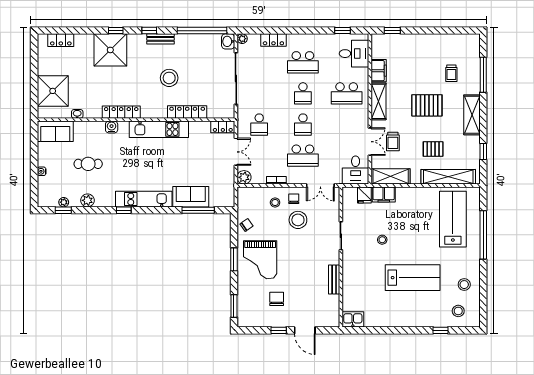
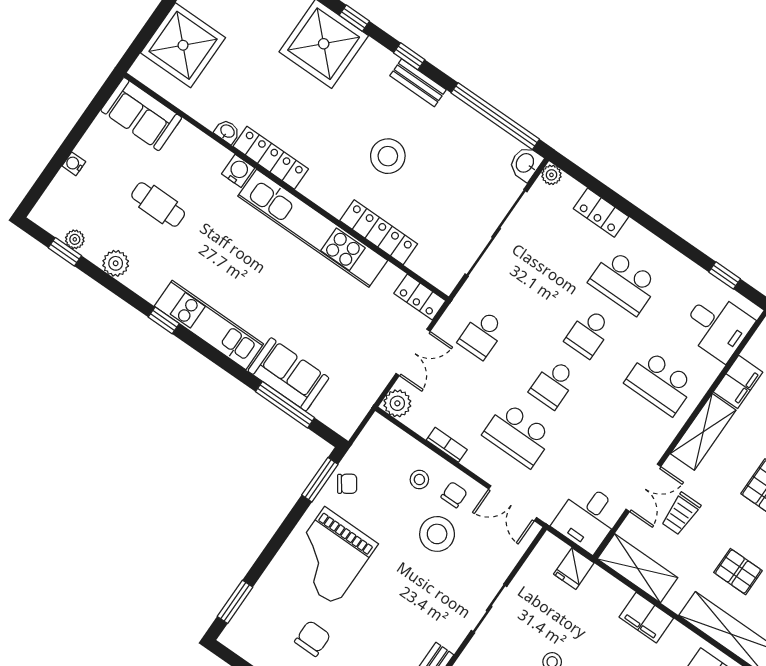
washbasin: (77, 114) -> (227, 132), moved
kitchen unit: (159, 129) -> (313, 228), width x1.36
filing cabinet: (384, 194) -> (646, 618), moved
window: (234, 259) -> (320, 480), moved

